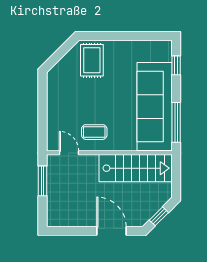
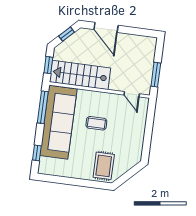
coffee table: (94, 132) -> (96, 123), moved
window: (176, 175) -> (48, 65), added

